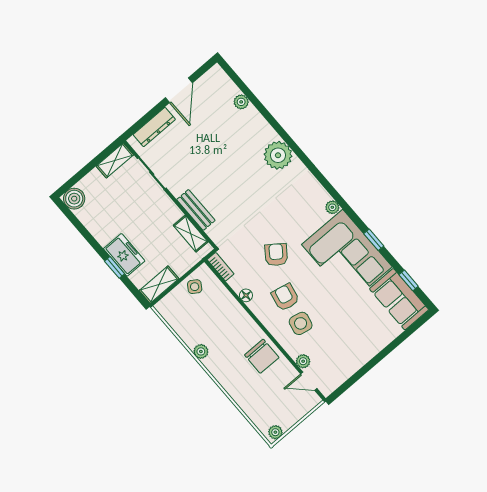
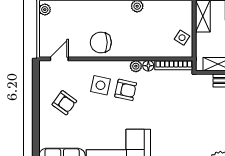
armchair: (276, 255) -> (64, 103), moved
bookcase: (221, 267) -> (174, 65), width x1.56
plant: (303, 361) -> (136, 66), moved

